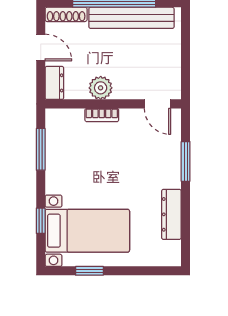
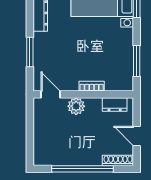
bench: (131, 18) -> (70, 158), removed
dresser: (54, 83) -> (115, 105), moved, turned -90
plant: (101, 88) -> (76, 106), moved

